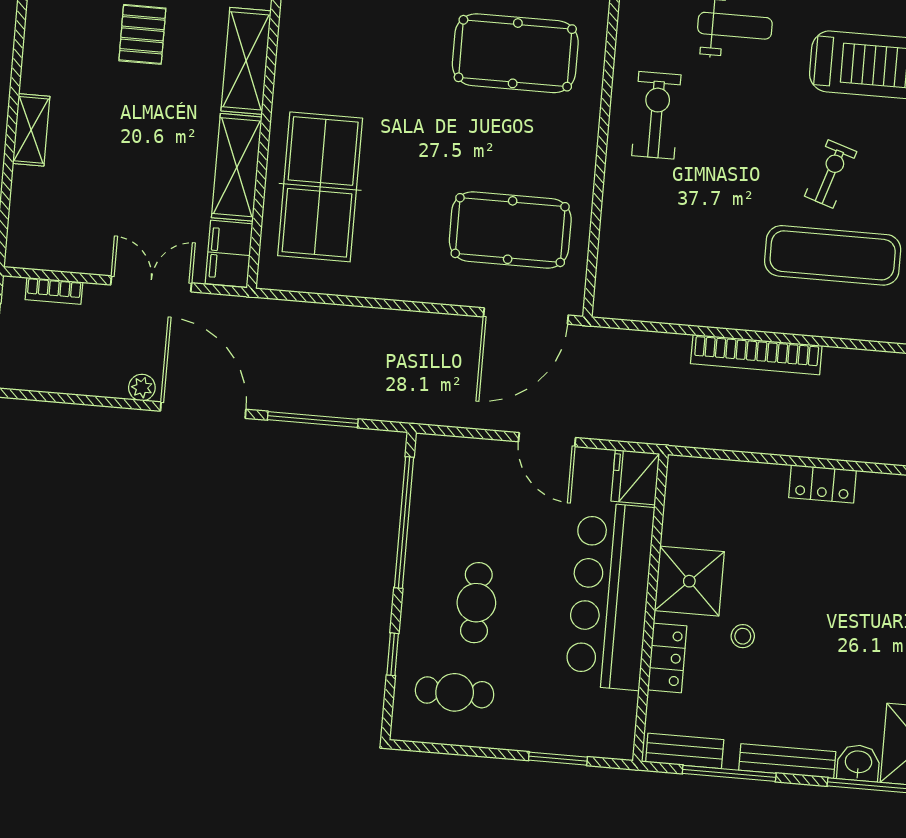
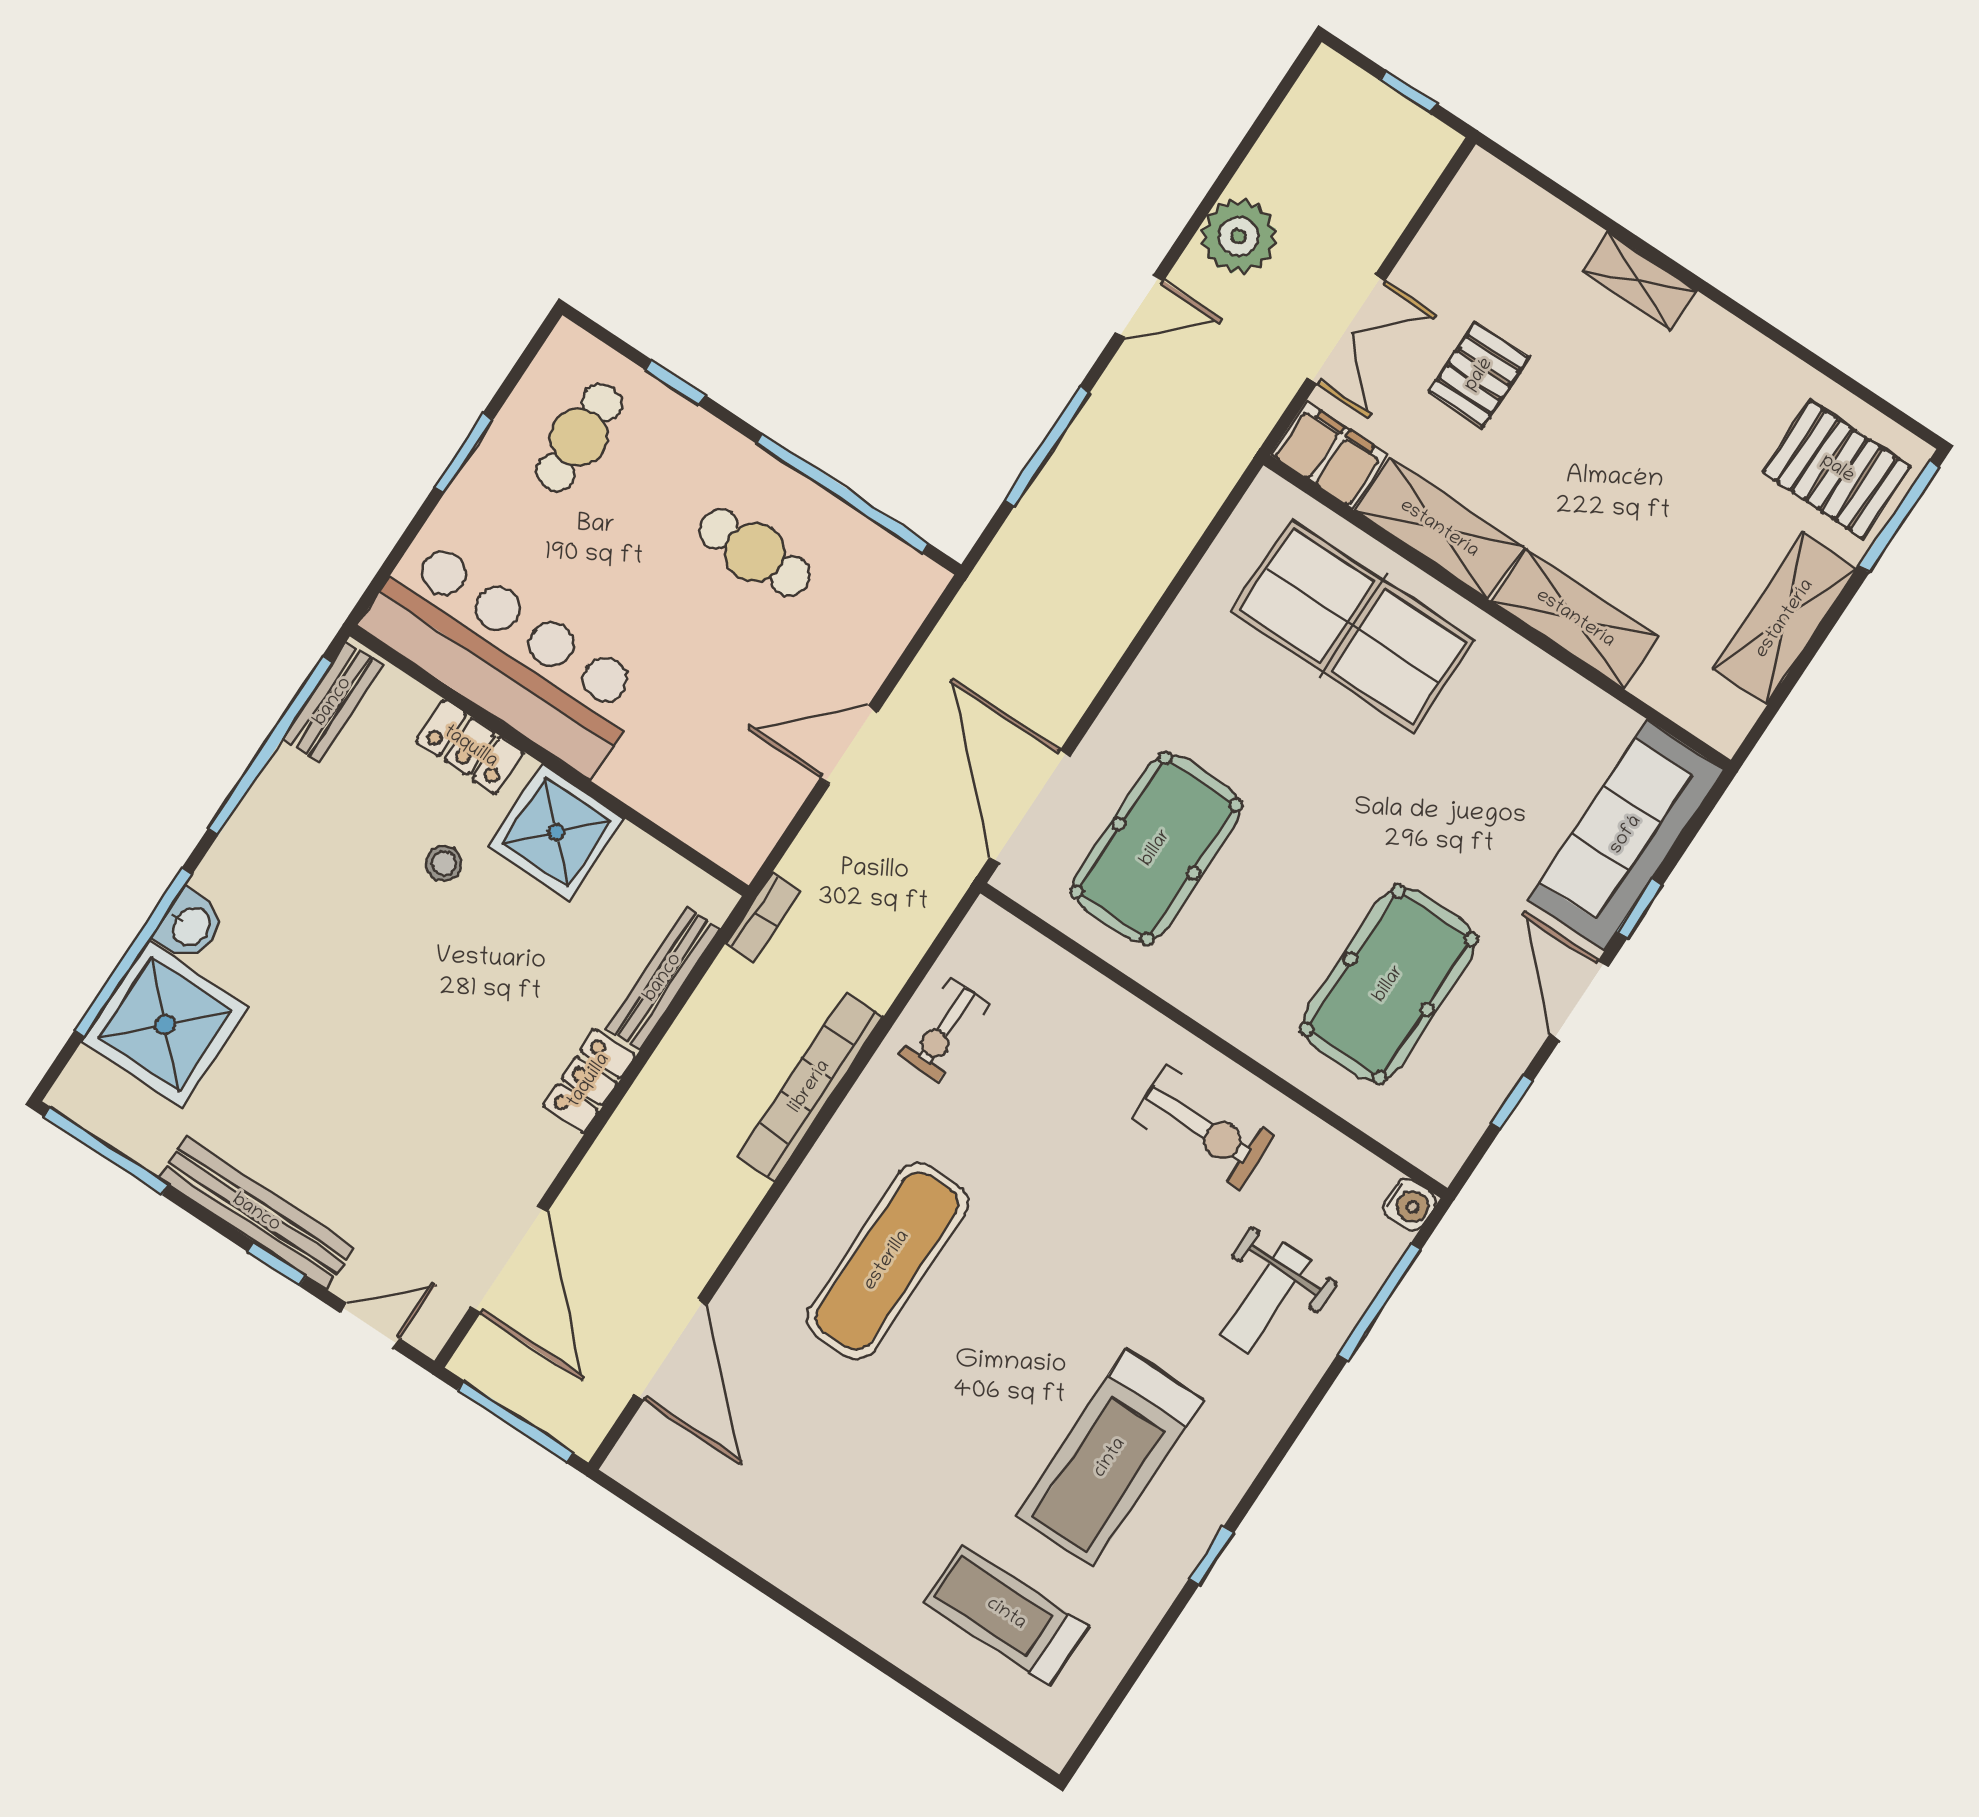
pallet: (142, 34) -> (1479, 375), moved, turned 90
exercise bike: (831, 174) -> (944, 1029), moved, turned 72
bookcase: (54, 291) -> (763, 917), moved, turned 180
plant: (142, 388) -> (1239, 236), width x1.87, depth x1.87
door: (203, 410) -> (1139, 307), width x0.53
fridge: (635, 477) -> (735, 836), removed
bar counter: (610, 596) -> (505, 656), moved
cafe table: (476, 603) -> (755, 552), moved
window: (558, 759) -> (464, 453), moved
bench: (787, 761) -> (663, 978), moved
window: (729, 773) -> (270, 745), width x1.46

